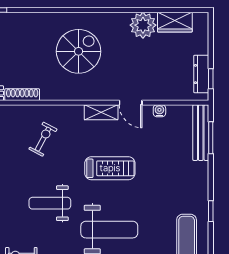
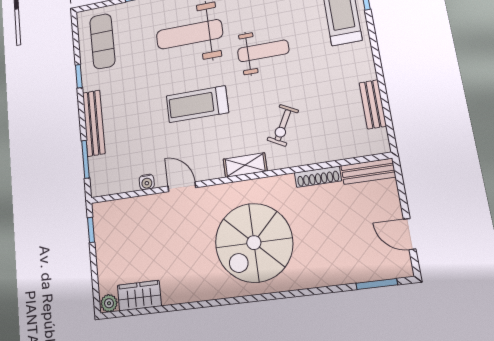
plant: (143, 25) -> (109, 303), moved, width x0.53, depth x0.53
spiral stairs: (79, 51) -> (254, 243), width x1.37, depth x1.37
dresser: (201, 74) -> (102, 234), removed
shelving: (101, 112) -> (245, 165), moved
bench: (201, 133) -> (94, 123), moved

